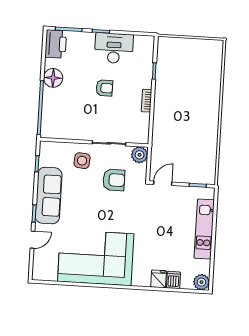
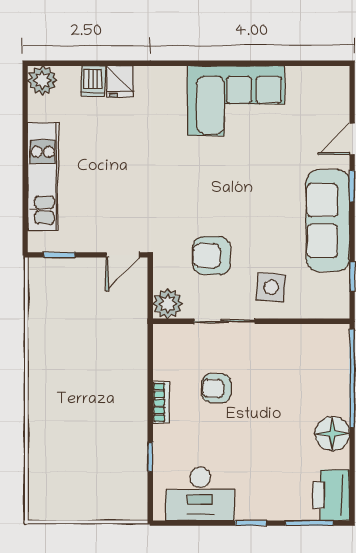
desk: (114, 48) -> (200, 494), moved
armchair: (104, 88) -> (217, 388), moved
corner sofa: (96, 258) -> (236, 101), width x0.73, depth x0.74

